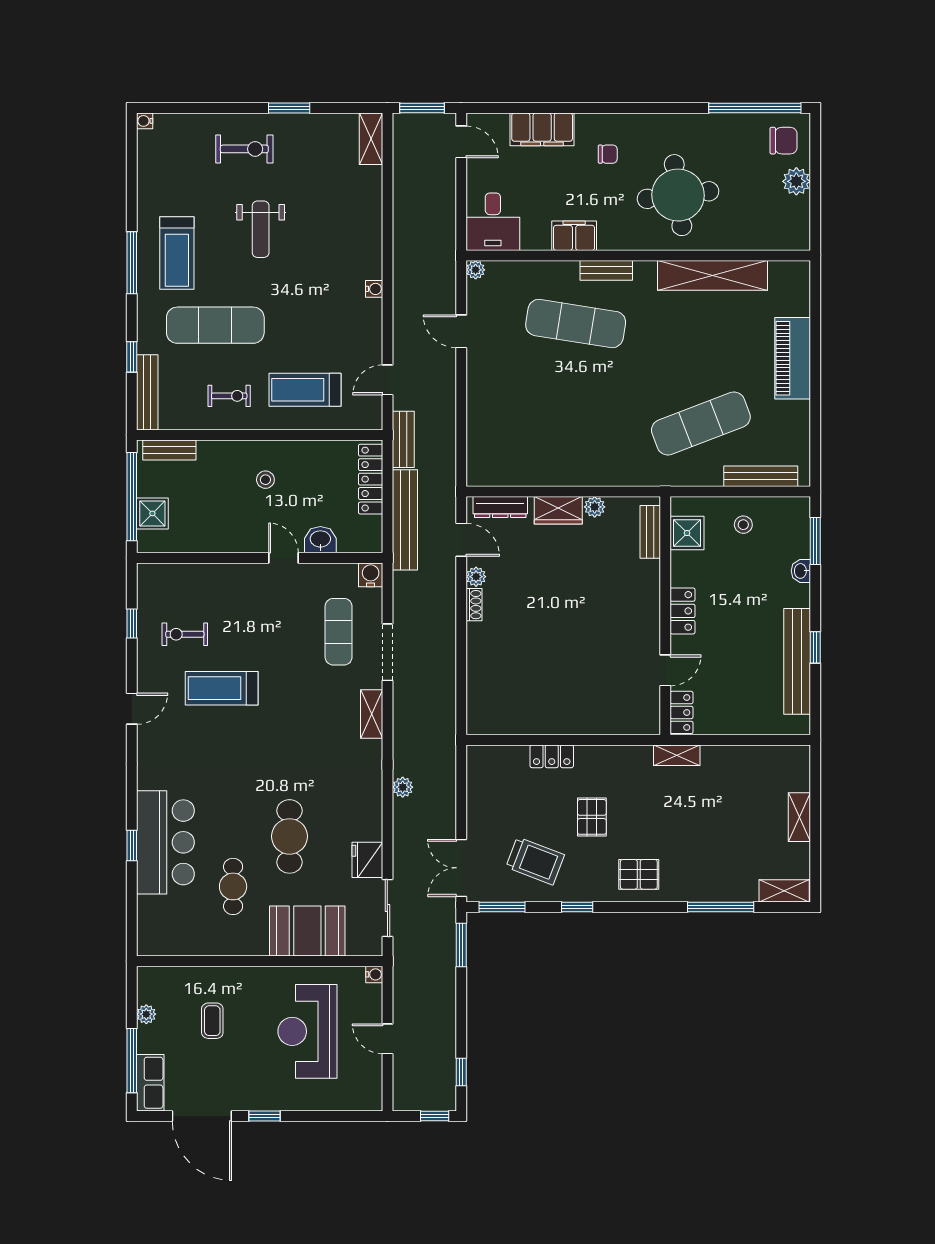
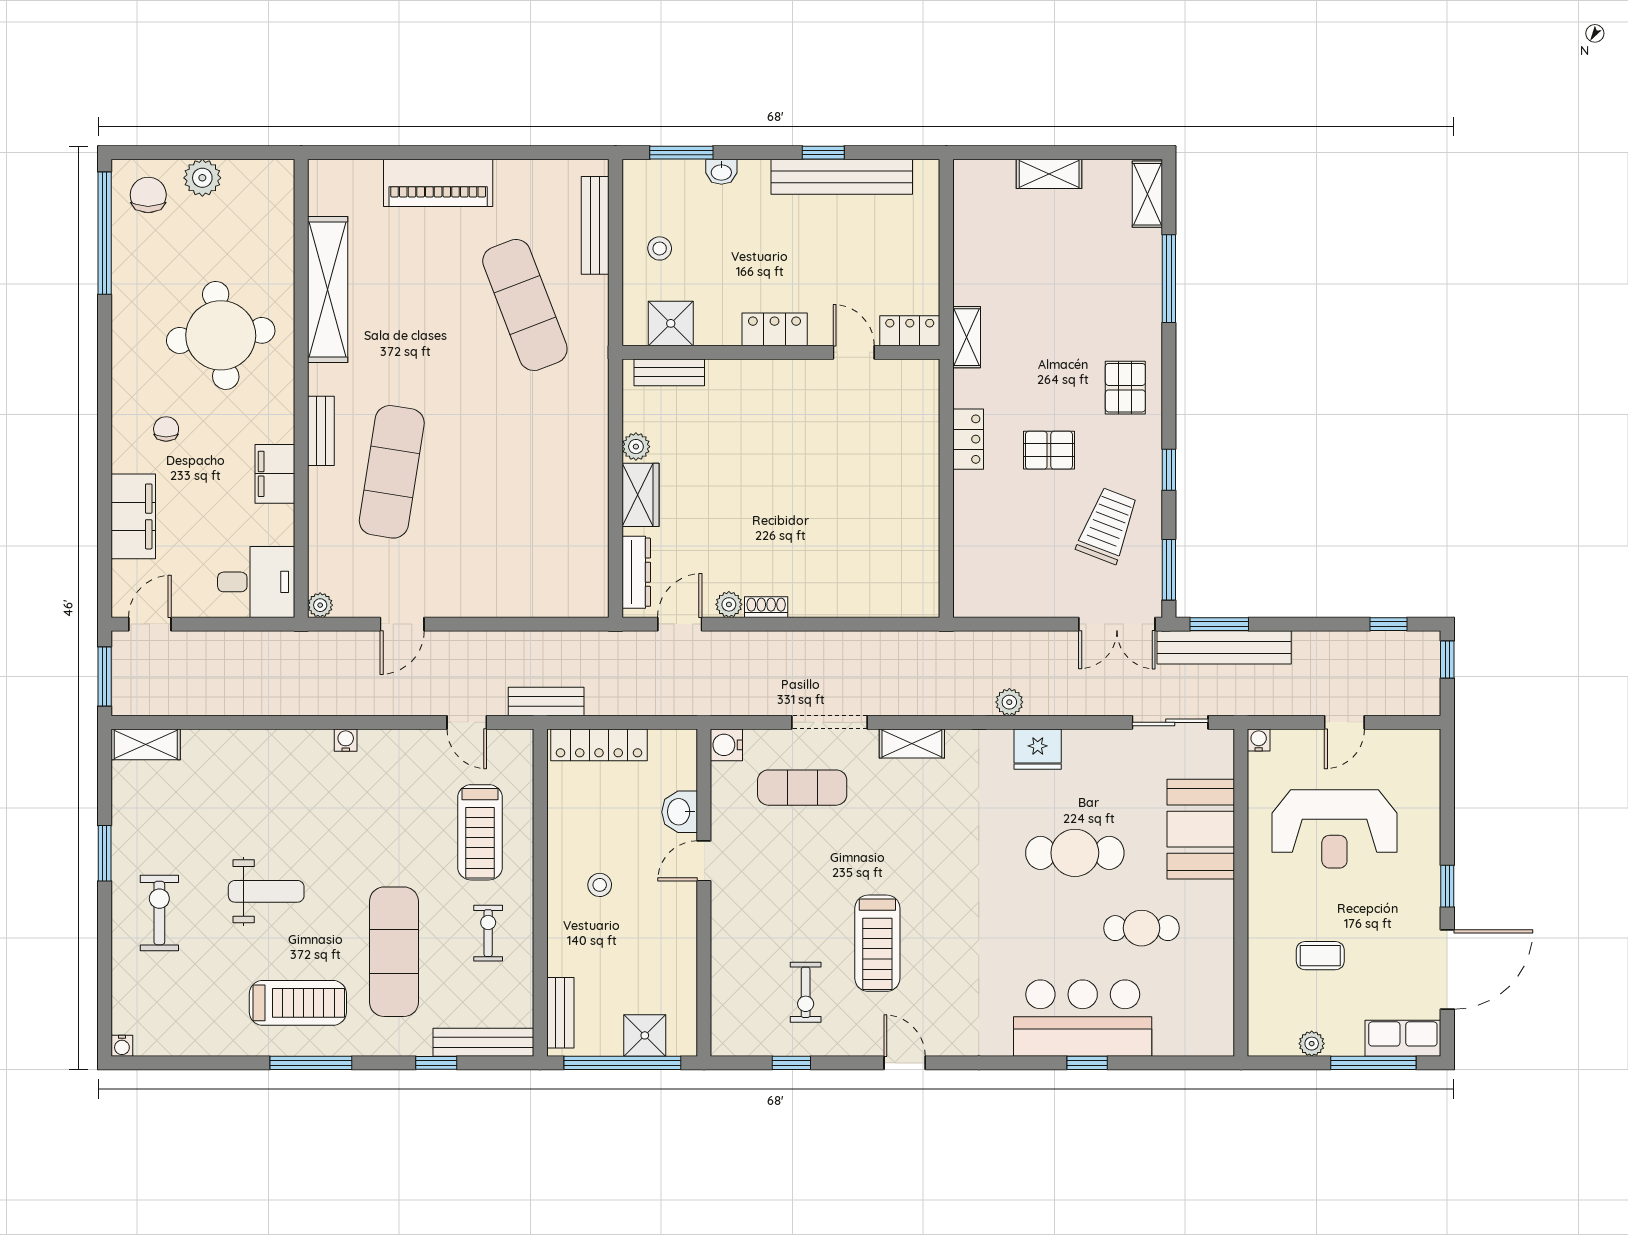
bench: (405, 520) -> (1224, 647), moved
locker: (552, 756) -> (968, 439), moved
fridge: (367, 860) -> (1038, 749), moved

